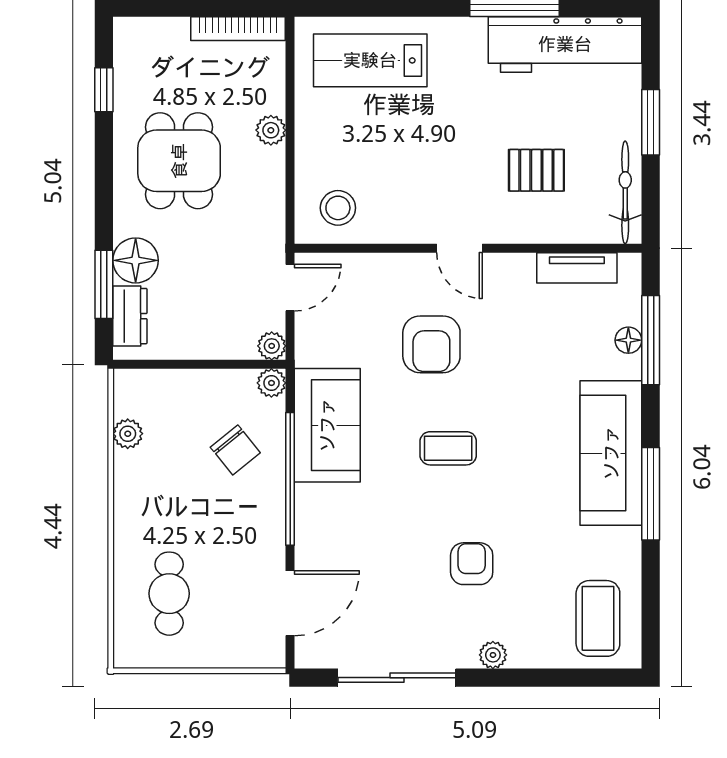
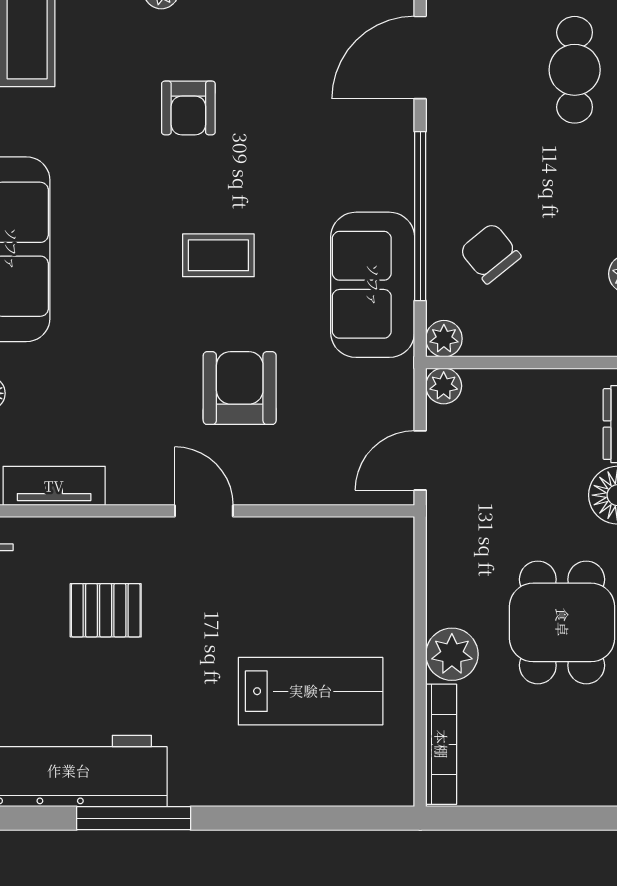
bookcase: (238, 29) -> (441, 744), moved, turned 90
lab bench: (370, 60) -> (311, 691), moved
plant: (271, 130) -> (452, 654), width x1.38, depth x1.38
stool: (338, 208) -> (359, 562), removed

